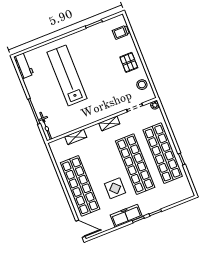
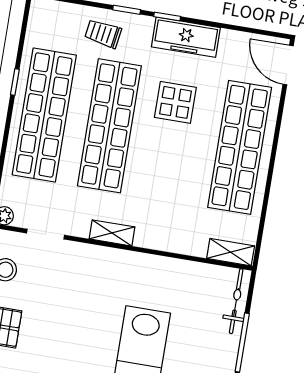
shelving: (76, 137) -> (231, 252), moved
trolley: (159, 198) -> (103, 34), added

